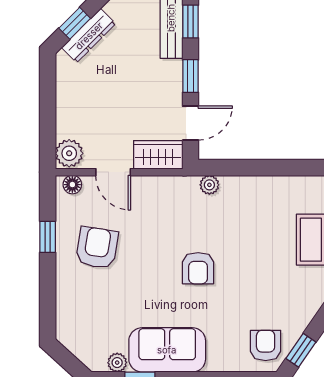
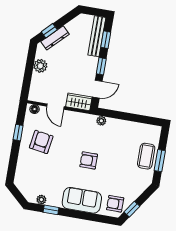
plant: (69, 153) -> (40, 66), moved
armchair: (198, 268) -> (89, 160), turned 90
armchair: (266, 345) -> (115, 204), turned -90
sofa: (167, 350) -> (82, 200), moved

